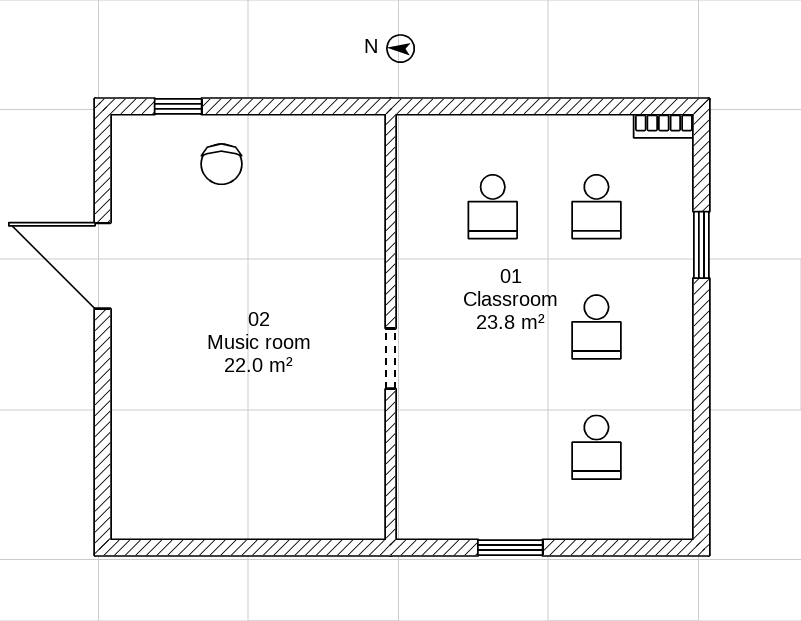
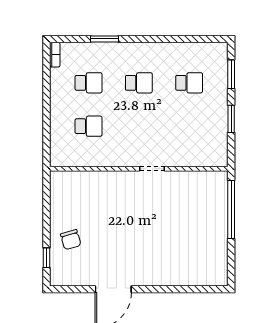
chair: (221, 164) -> (71, 240), turned 74
window: (294, 548) -> (231, 209), added
window: (617, 548) -> (231, 74), added

